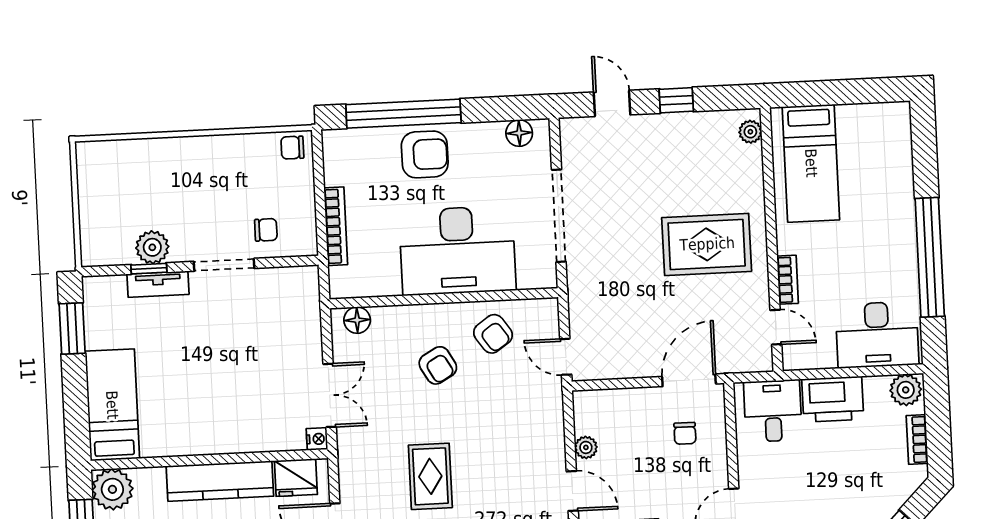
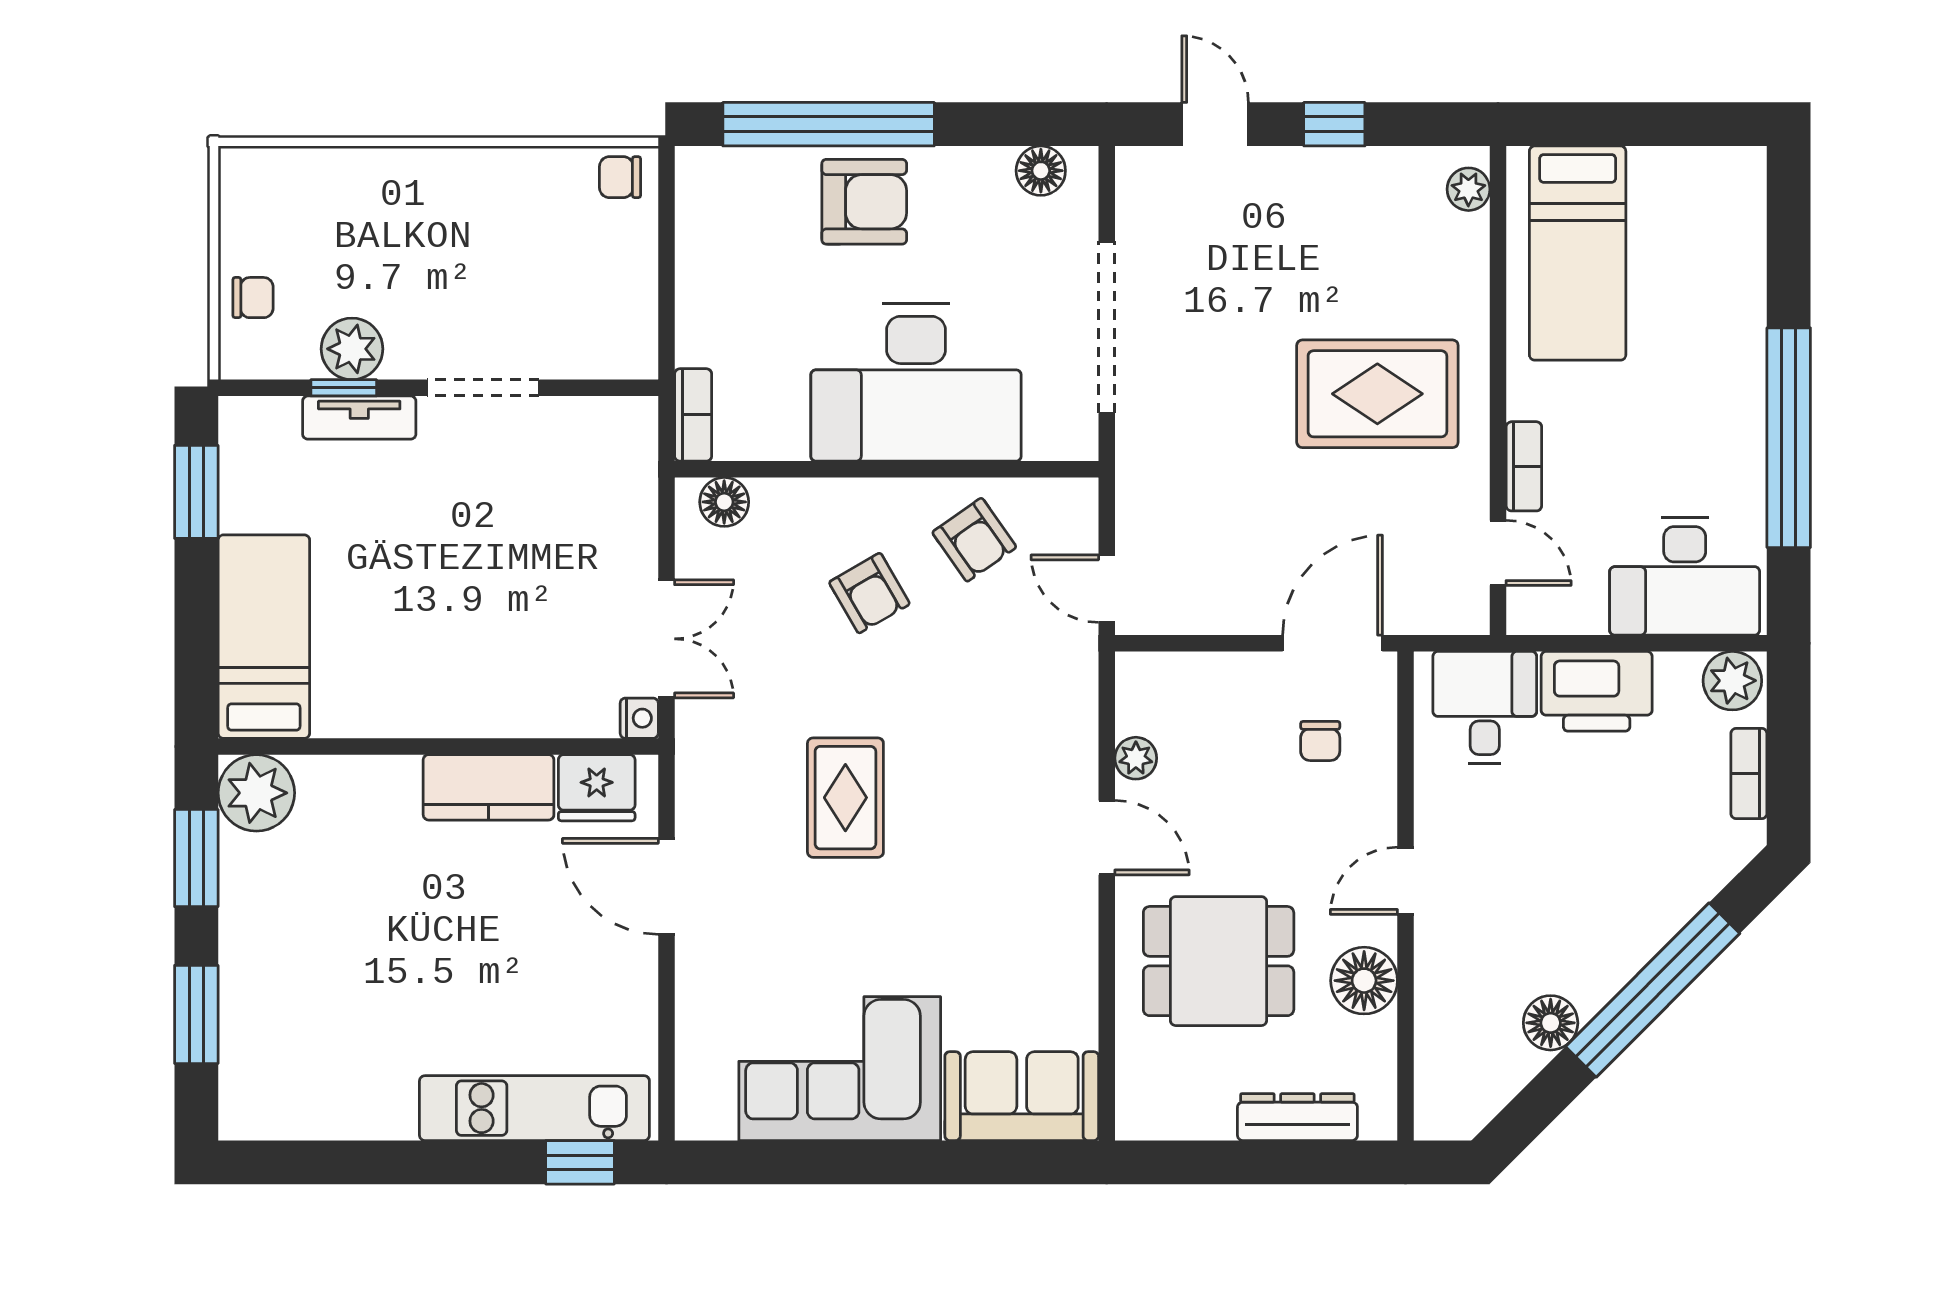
bookcase: (336, 226) -> (693, 415), moved, width x0.64
chair: (266, 230) -> (253, 298), moved
kitchen counter: (220, 481) -> (489, 787), width x0.67

